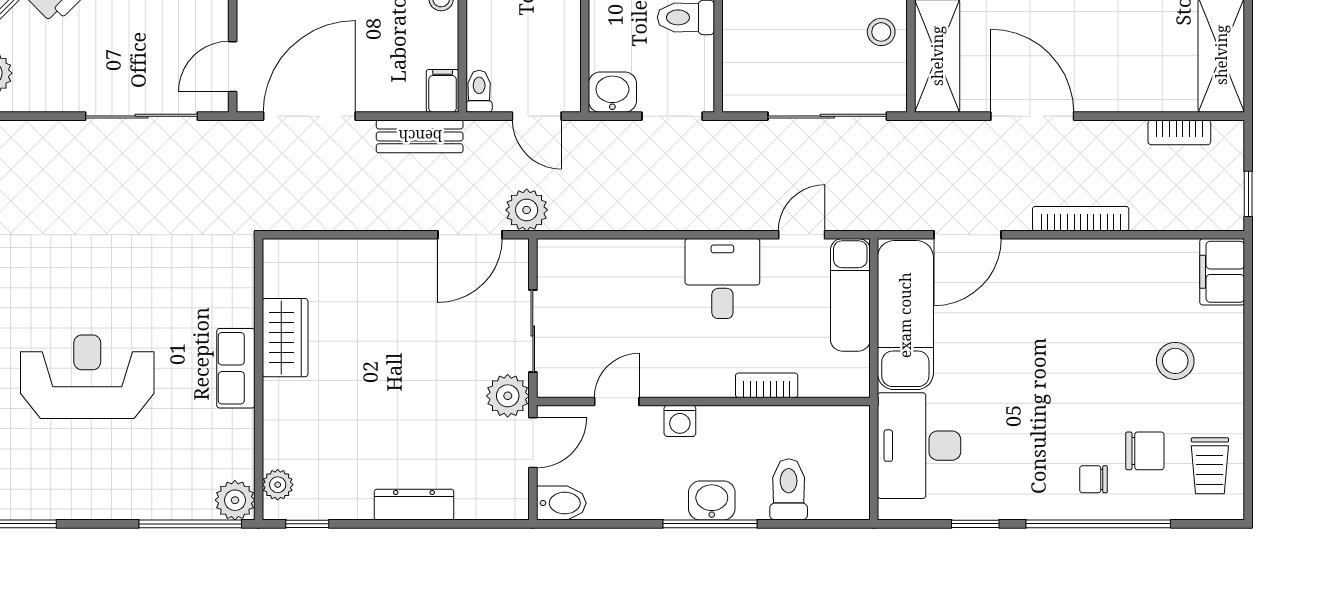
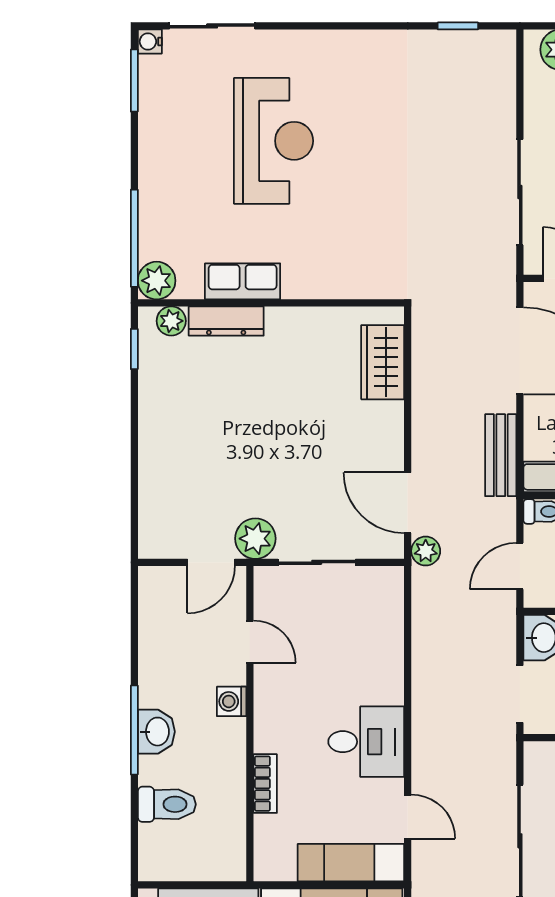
plant: (527, 210) -> (426, 551), width x0.73, depth x0.73
wardrobe: (285, 338) -> (383, 362), moved, turned 90
row of seats: (236, 368) -> (243, 281), moved
door: (533, 443) -> (211, 562), hinge flipped
bidet: (561, 503) -> (154, 589), removed
dresser: (414, 505) -> (226, 321), moved, turned 90

